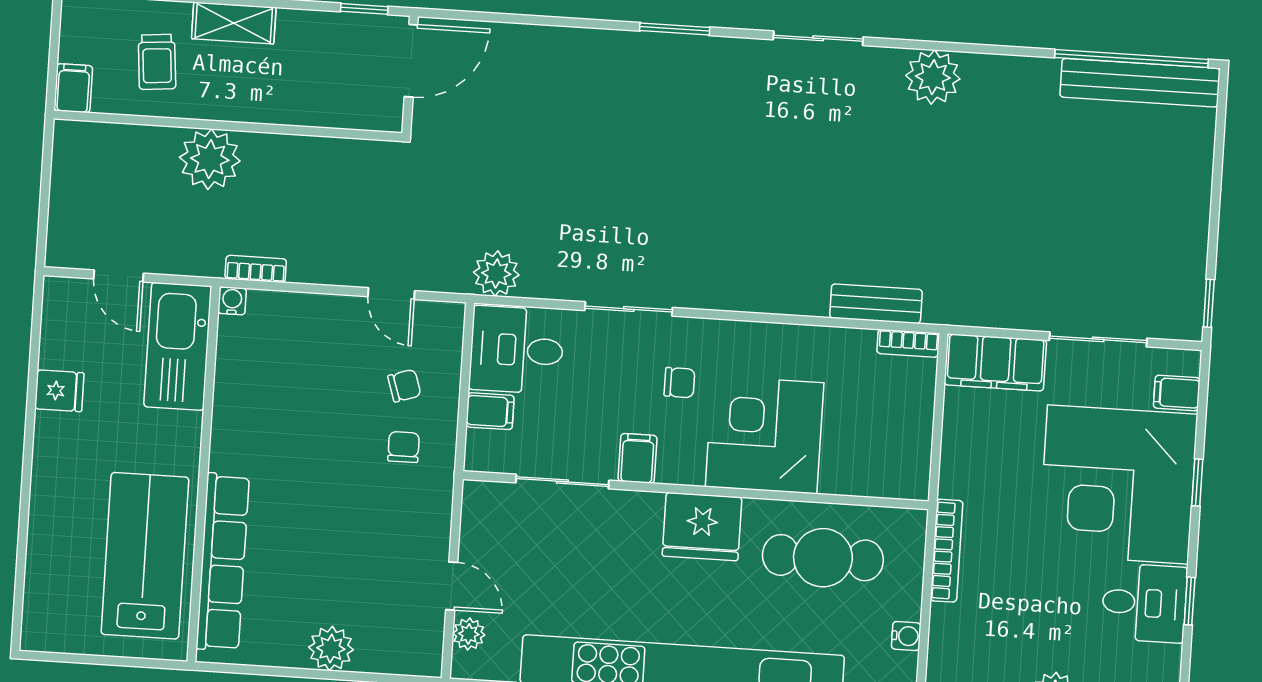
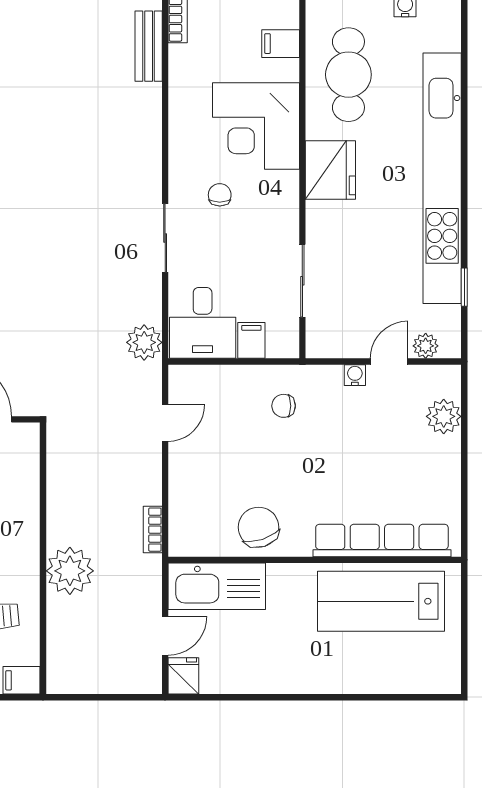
water cooler: (232, 301) -> (355, 375), moved, turned 90
chair: (404, 386) -> (259, 527), moved, width x1.87, depth x1.87
fridge: (59, 391) -> (183, 676), moved
filing cabinet: (638, 458) -> (281, 44), moved
plant: (331, 648) -> (444, 416), moved

